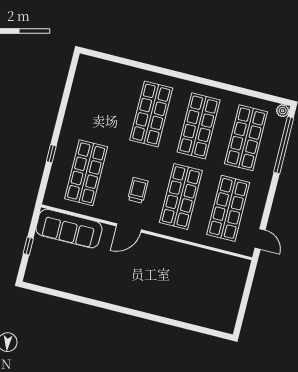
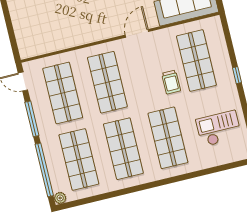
checkout: (99, 98) -> (219, 129), added
window: (51, 154) -> (237, 75), moved
trolley: (138, 190) -> (171, 82), moved
window: (270, 199) -> (32, 119), added

